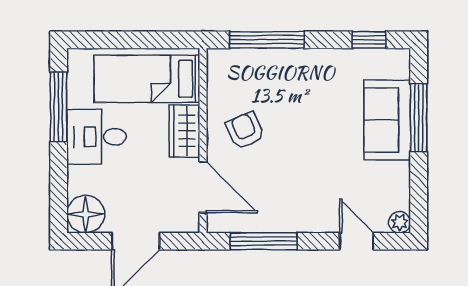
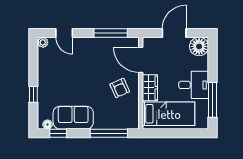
floor lamp: (390, 57) -> (48, 124), added
window: (419, 118) -> (33, 94), width x0.46
sofa: (387, 120) -> (73, 118), moved, turned -90

